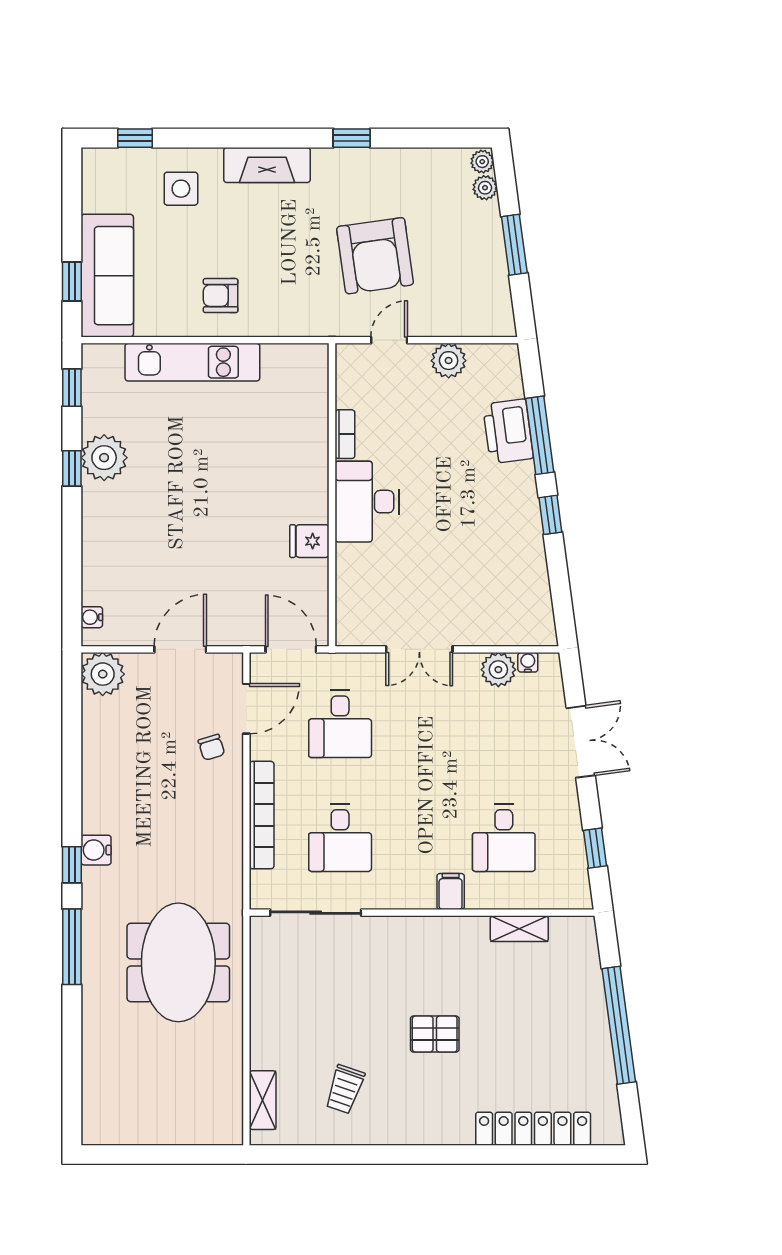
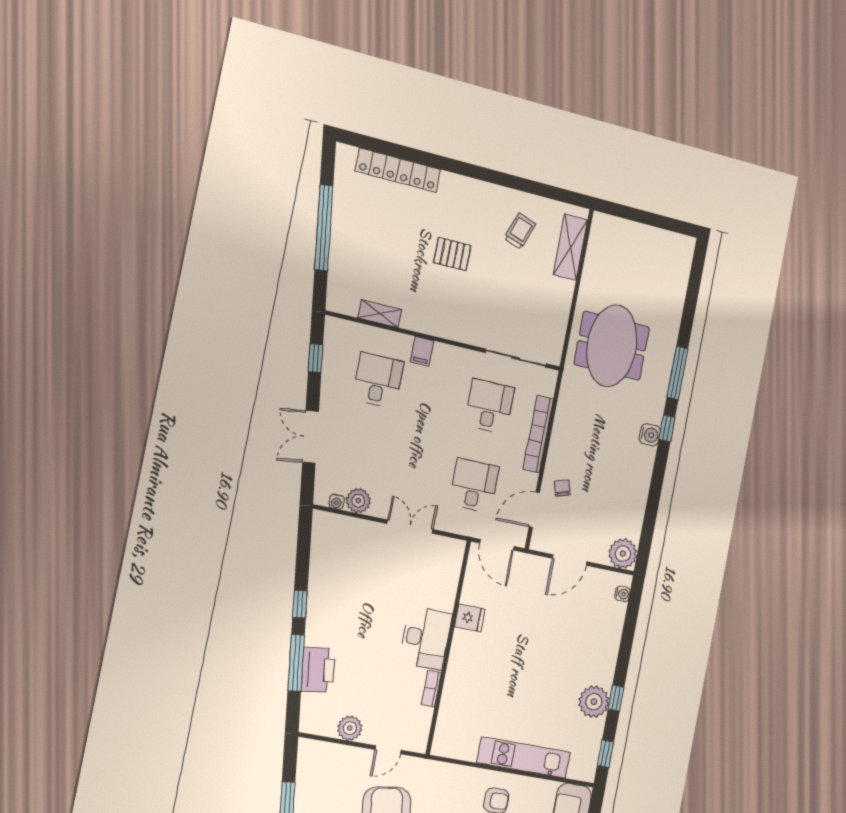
shelving: (263, 1100) -> (570, 247), width x1.50, depth x1.33

